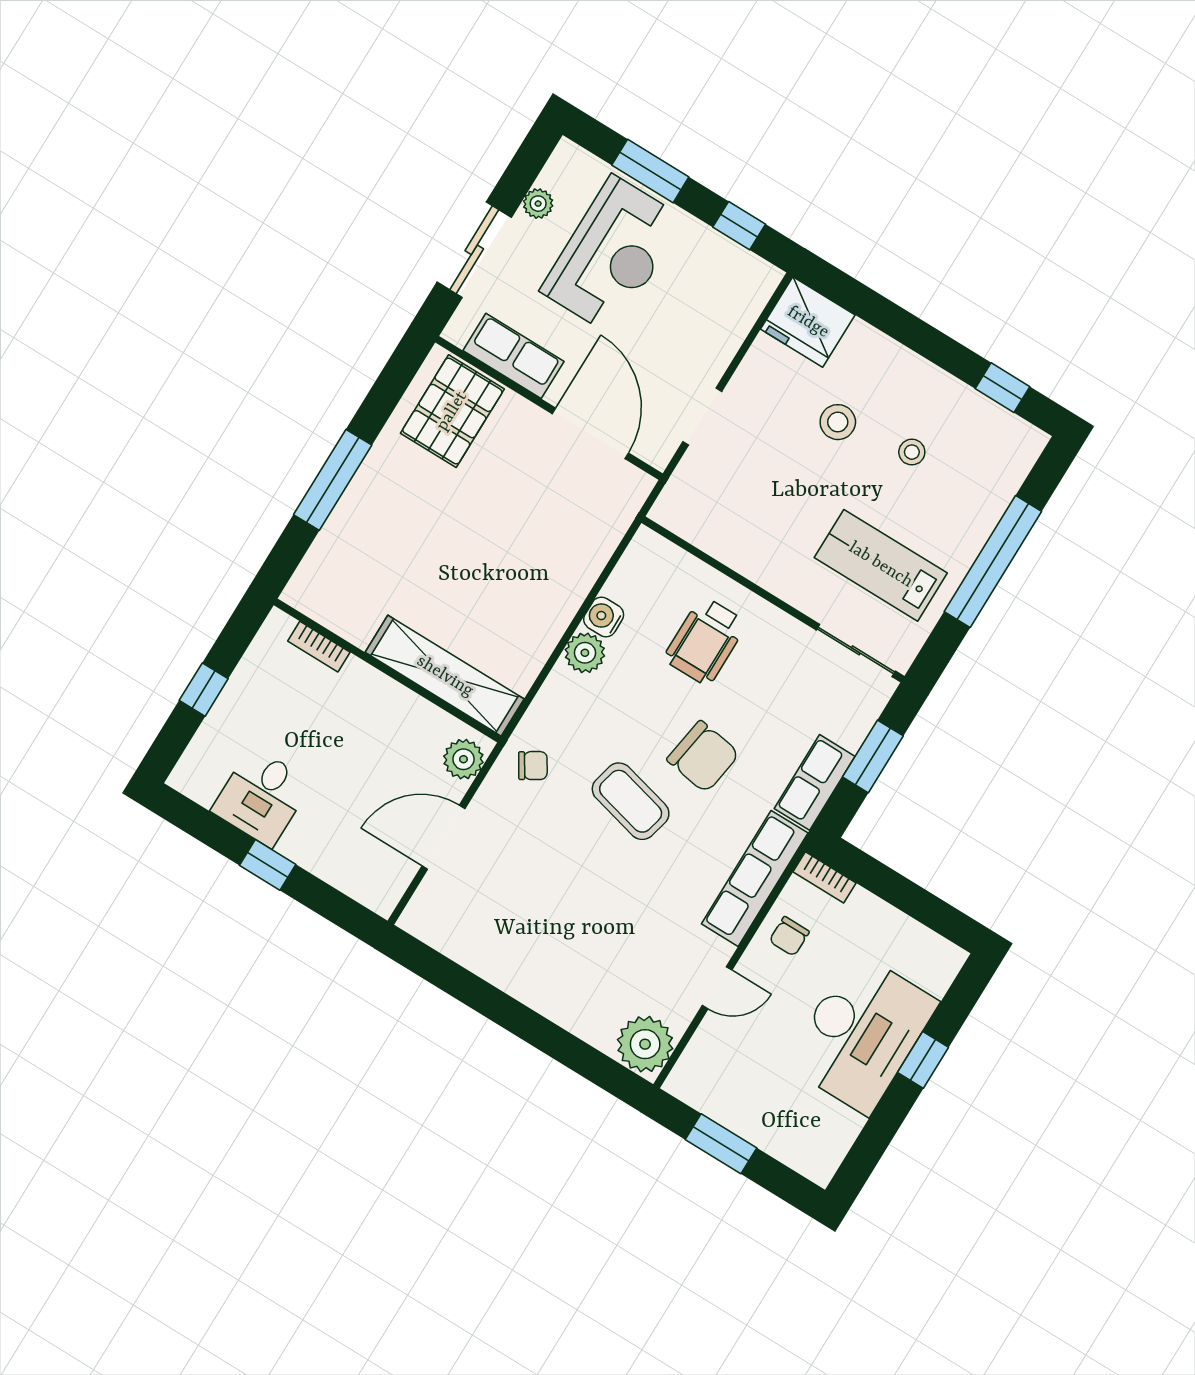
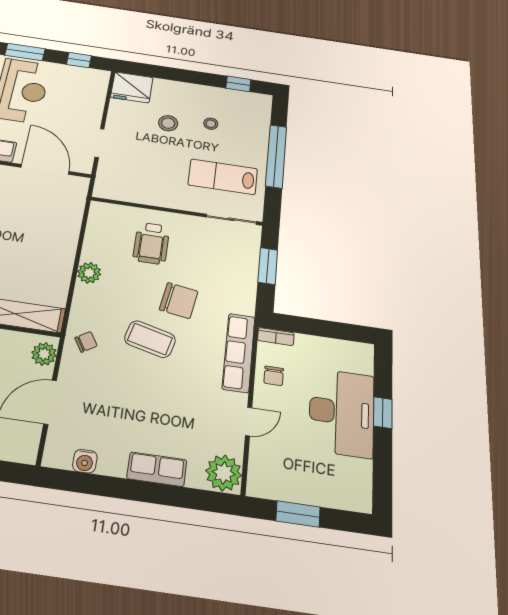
water cooler: (604, 617) -> (85, 461), moved, turned -90
row of seats: (815, 782) -> (157, 469), moved, turned 90

